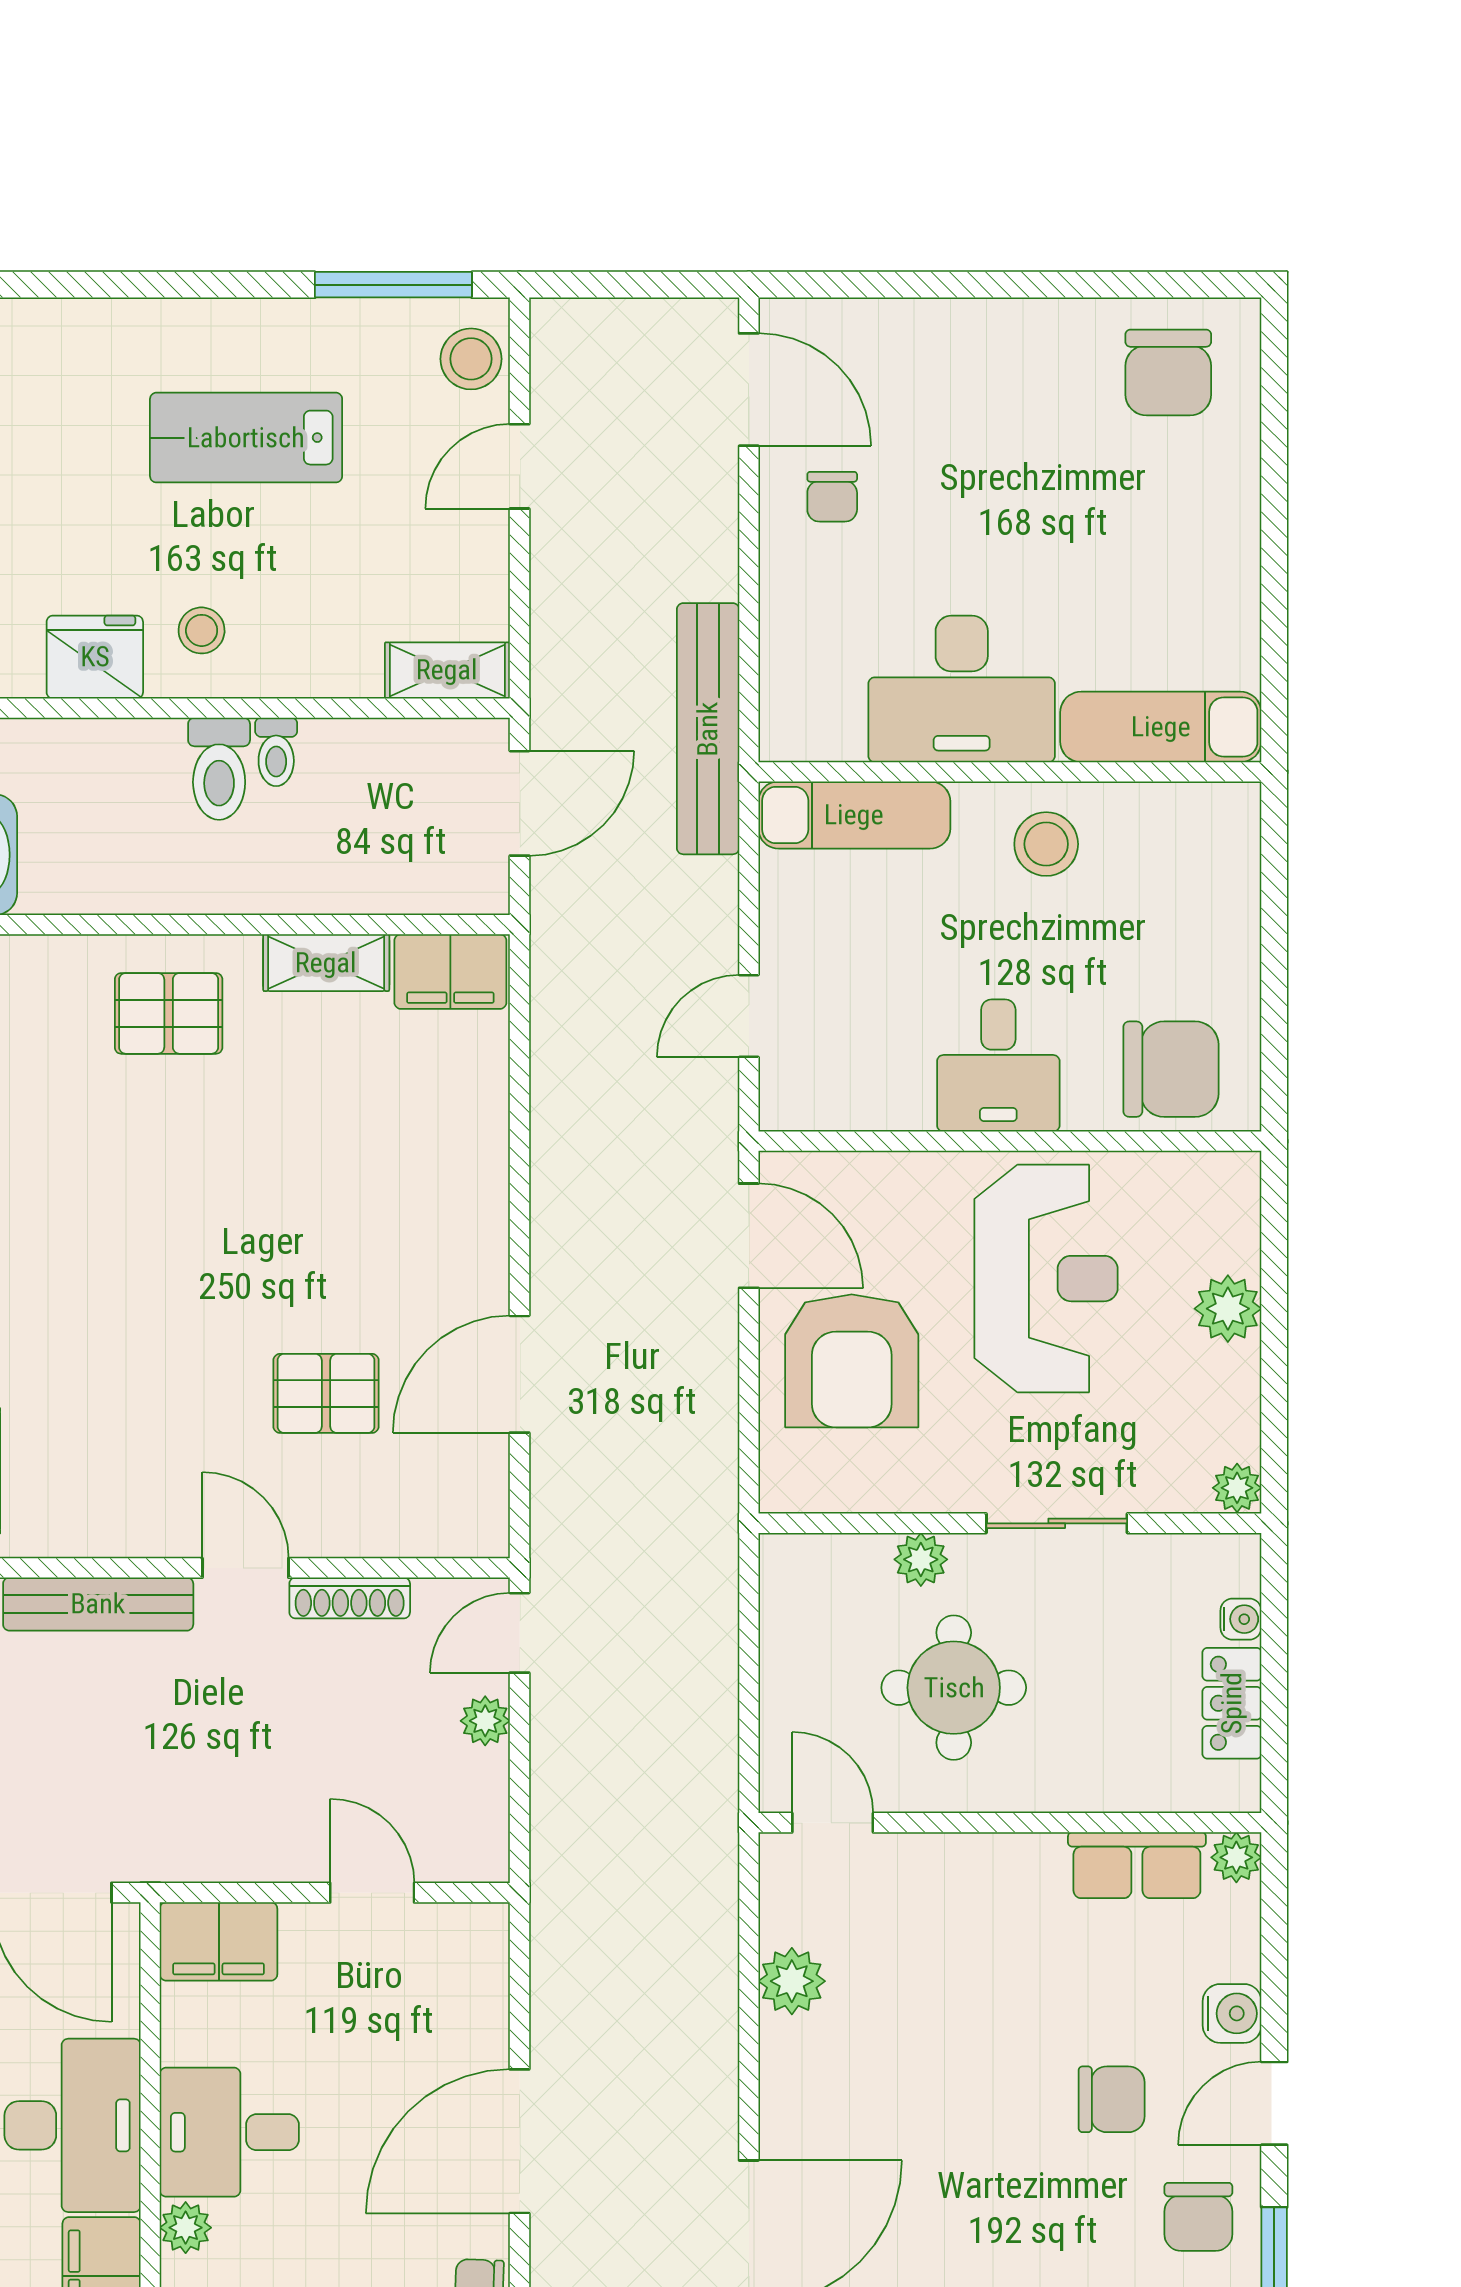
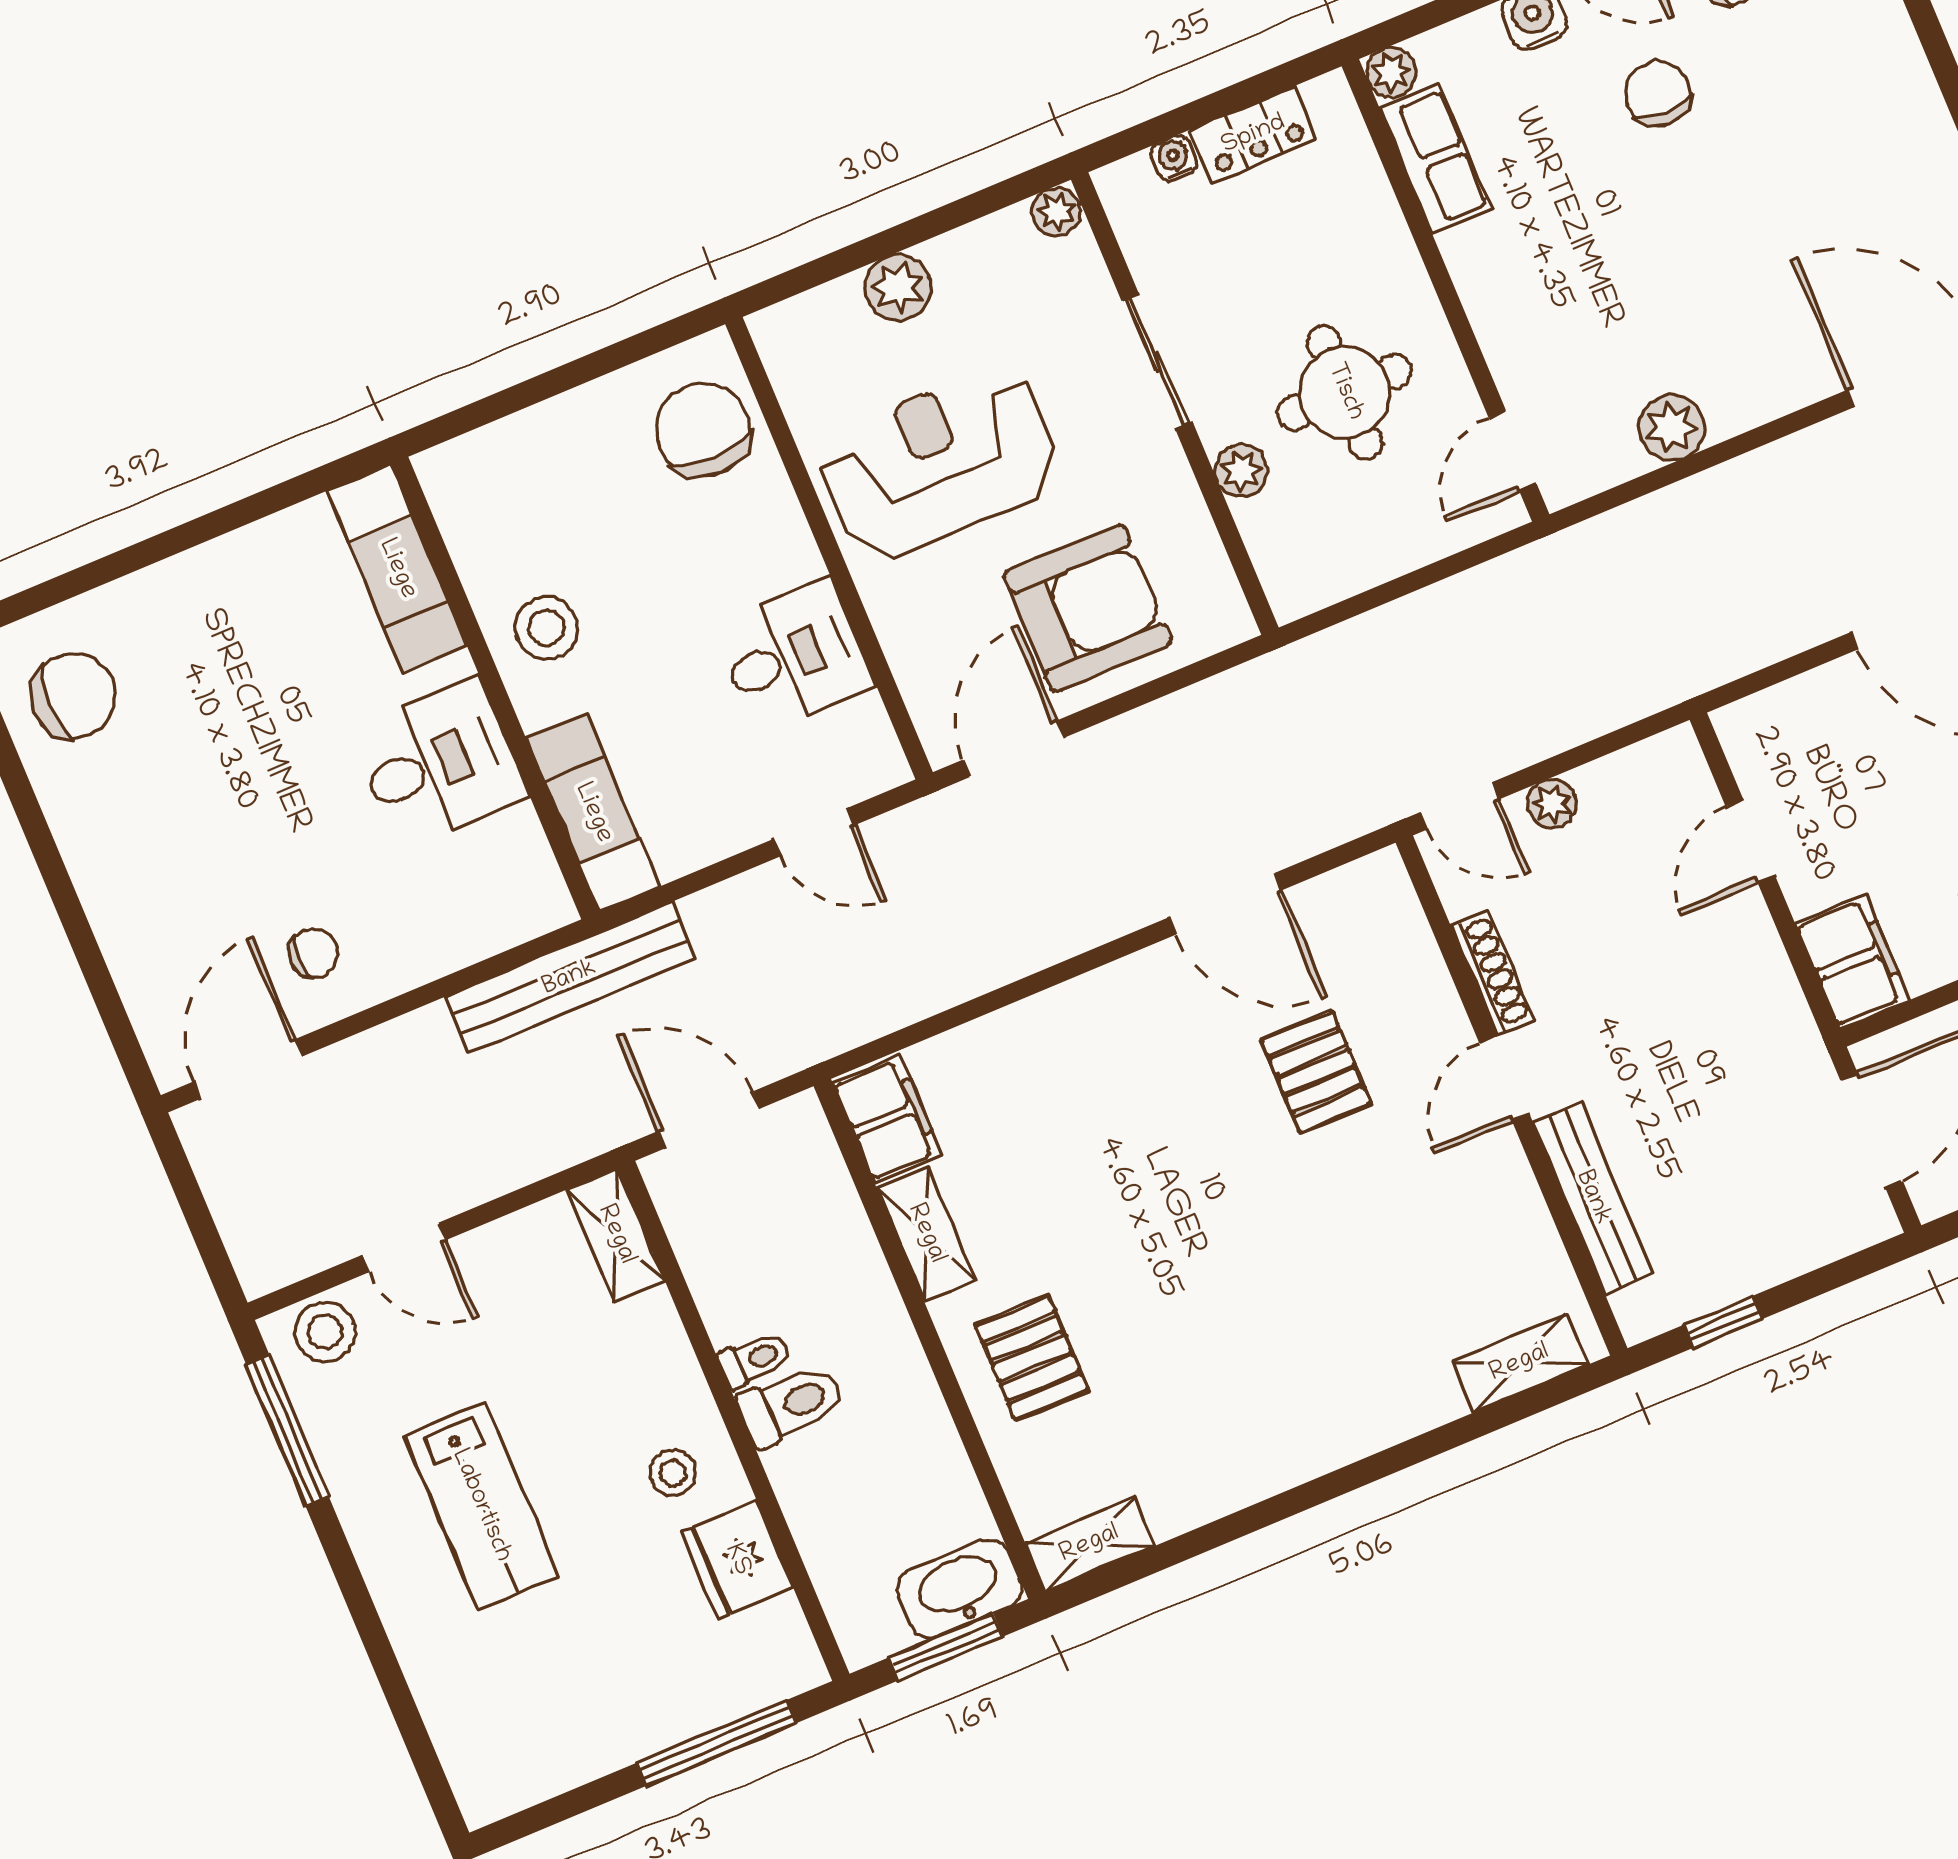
desk: (962, 689) -> (438, 763), width x0.73
desk: (998, 1066) -> (794, 656), moved

